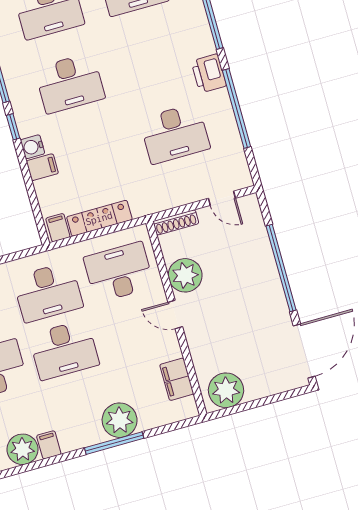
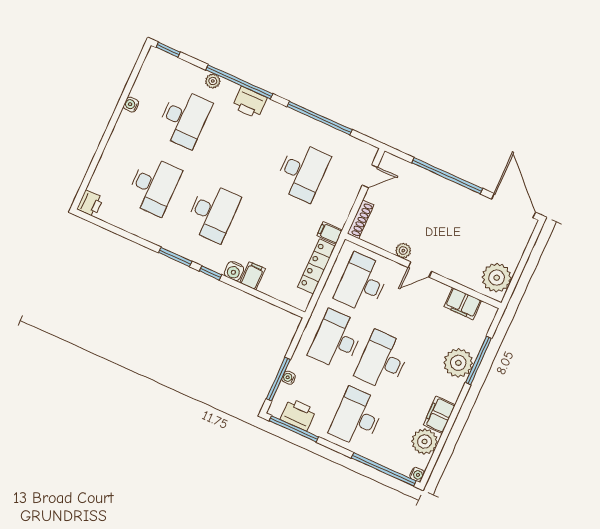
printer: (209, 73) -> (250, 103), moved
filing cabinet: (58, 228) -> (330, 233), moved
plant: (185, 275) -> (403, 251), width x0.53, depth x0.53
desk: (48, 292) -> (336, 340), turned 180
desk: (64, 350) -> (383, 361), turned 180
window: (114, 443) -> (479, 360), moved
filing cabinet: (49, 445) -> (439, 415), width x2.00

